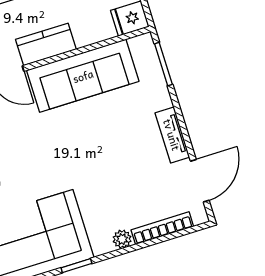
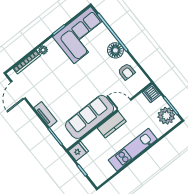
tv unit: (172, 135) -> (45, 115), moved

